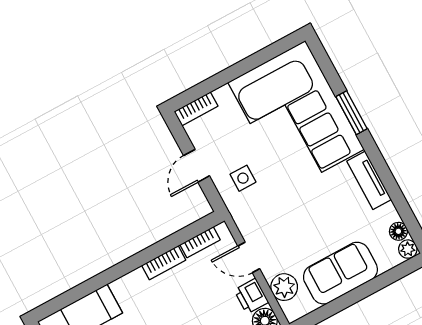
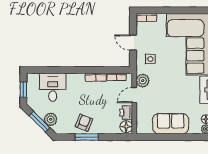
door: (196, 166) -> (133, 43), hinge flipped
door: (249, 257) -> (134, 95), hinge flipped
plant: (284, 287) -> (143, 81), moved

